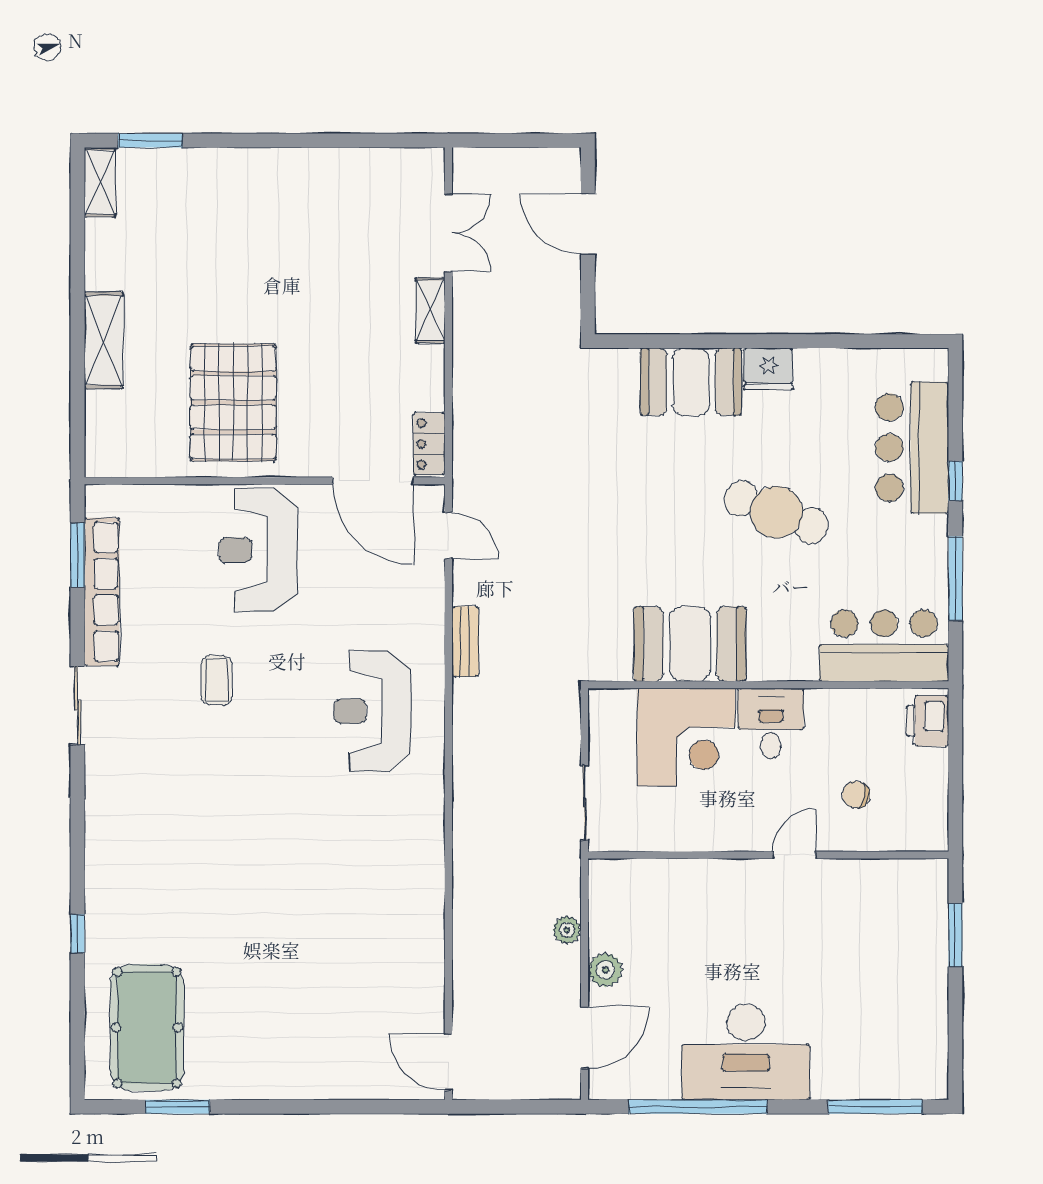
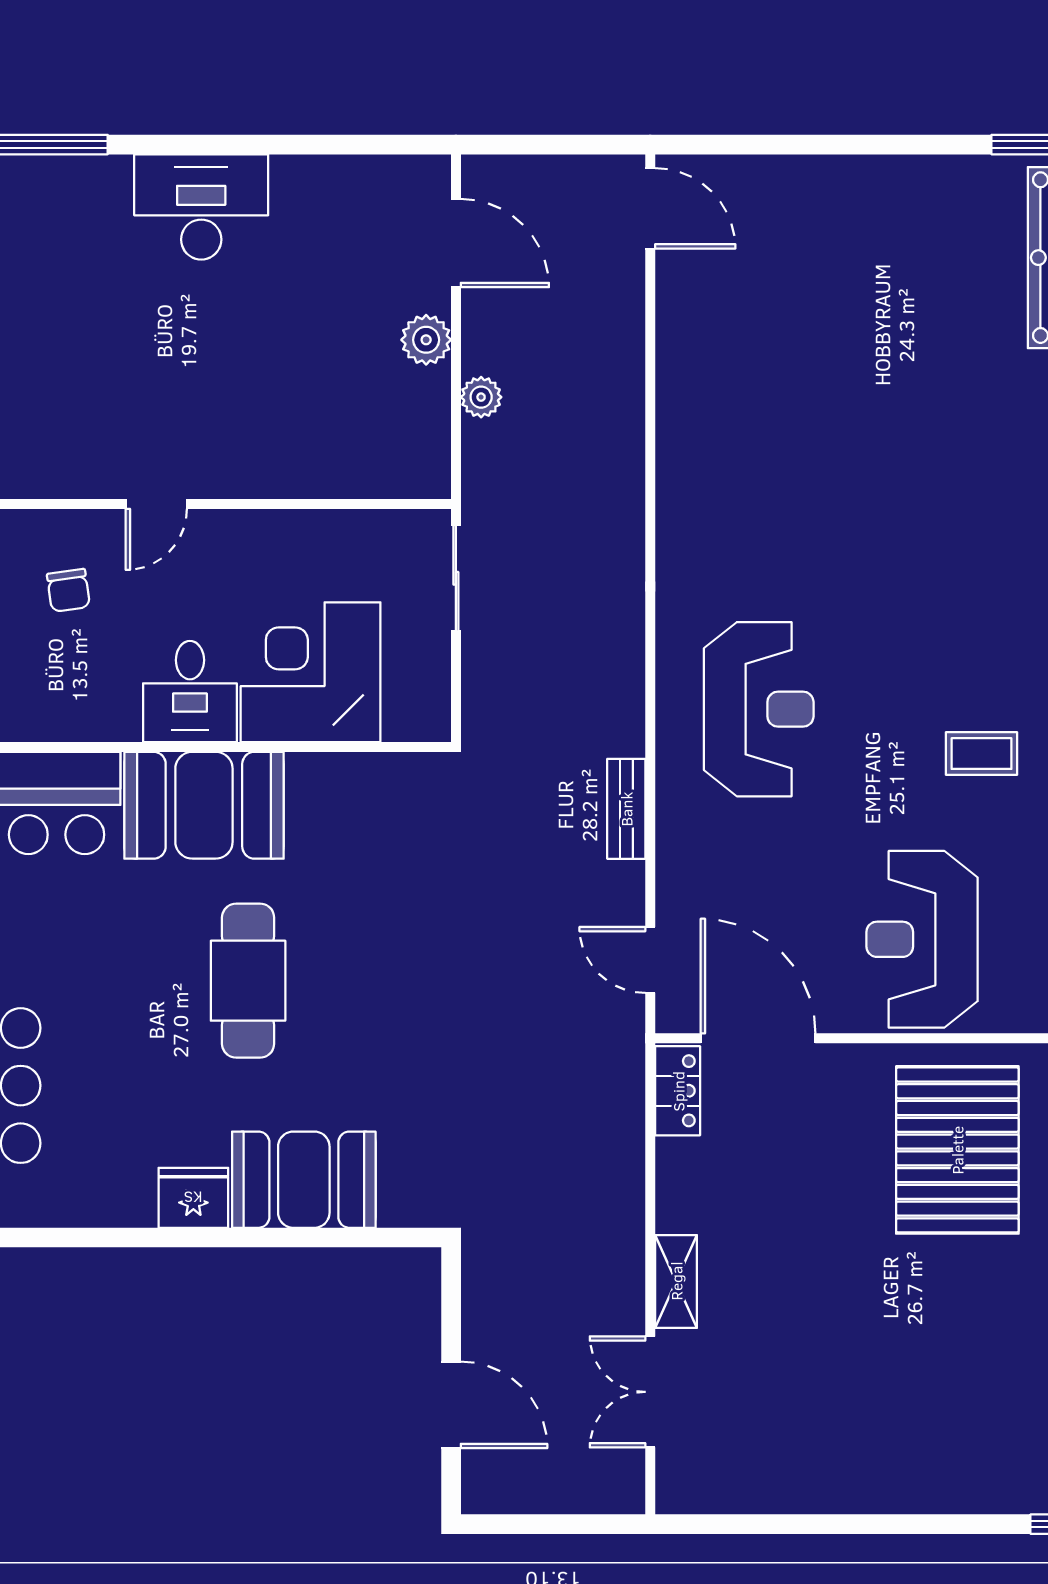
cafe table: (776, 512) -> (248, 981), moved, turned 69
reception desk: (258, 550) -> (922, 939), turned 180
booth: (690, 644) -> (204, 805), moved
coffee table: (216, 680) -> (982, 754), turned 90
chair: (856, 795) -> (68, 590), turned 69
door: (584, 1038) -> (456, 243), swing flipped
desk: (746, 1052) -> (201, 207), width x0.73, depth x0.77
window: (698, 1107) -> (294, 145), removed

